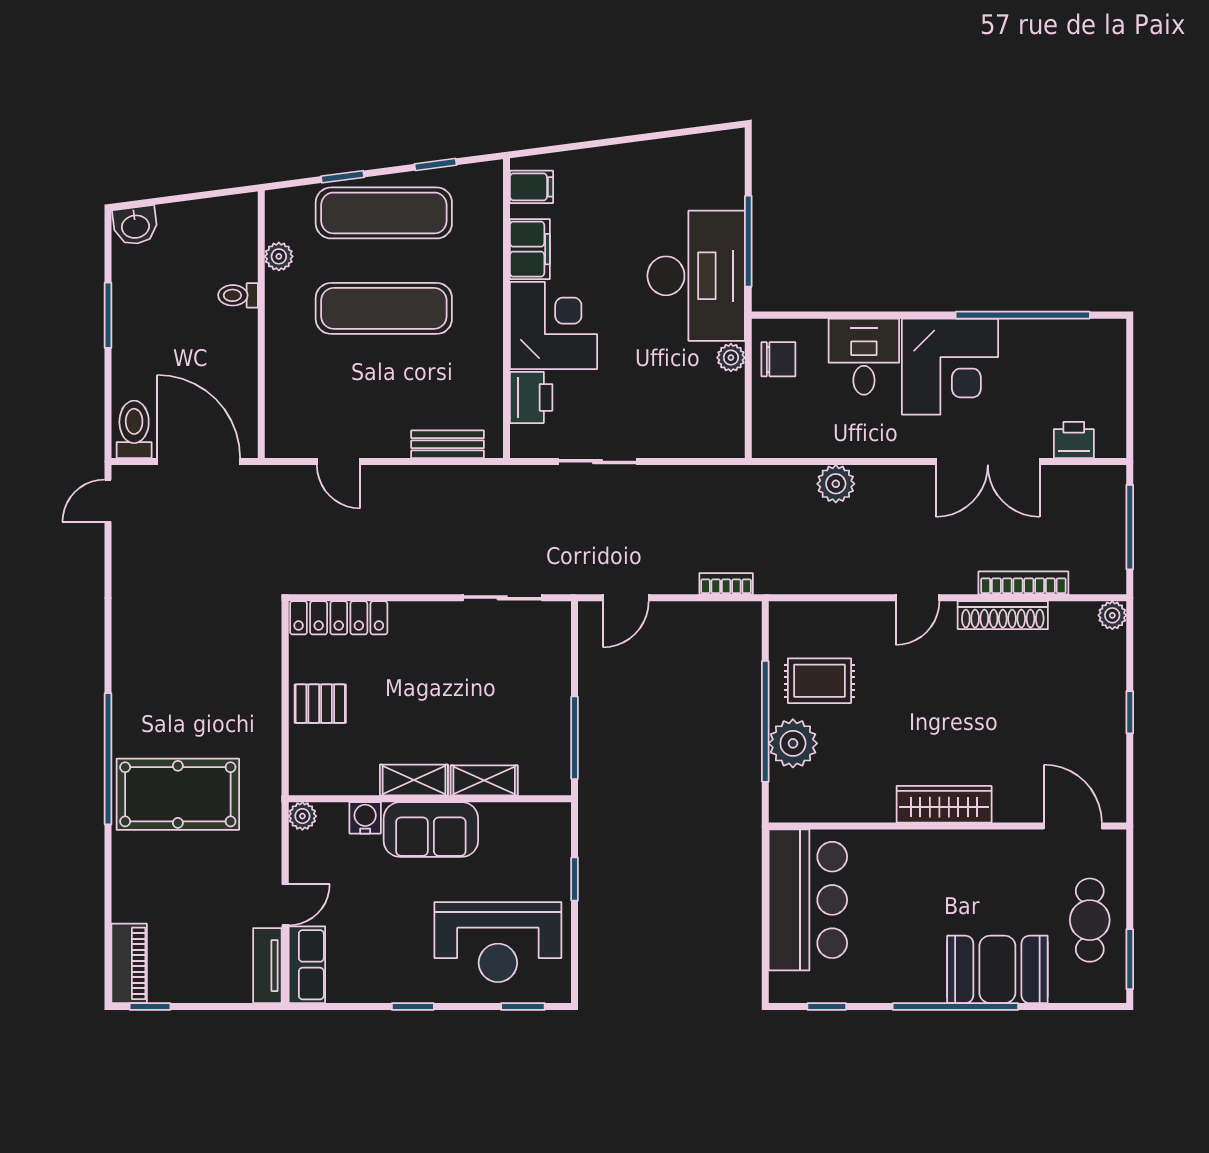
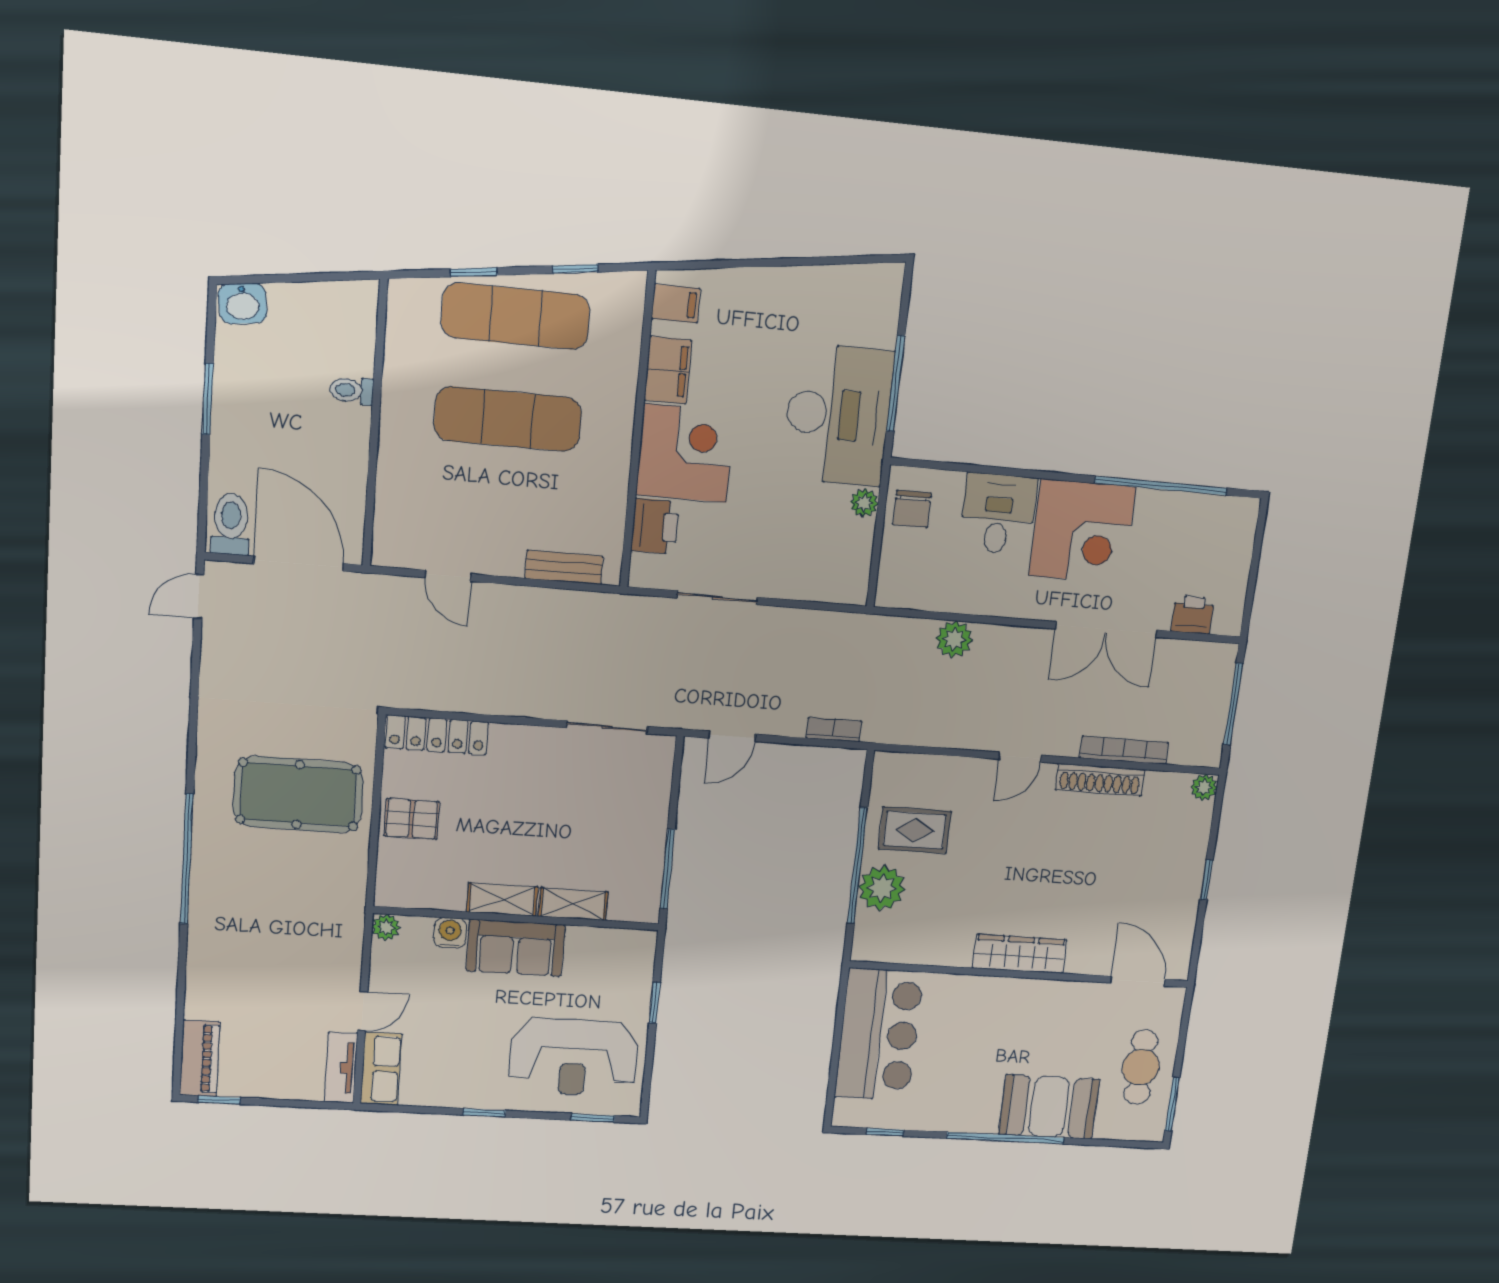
plant: (279, 256) -> (399, 352), removed
chair: (778, 359) -> (912, 509), turned 90
pool table: (178, 794) -> (298, 795), moved

